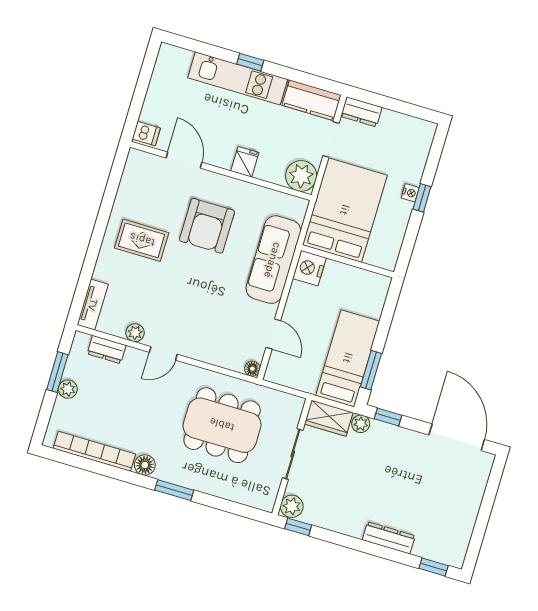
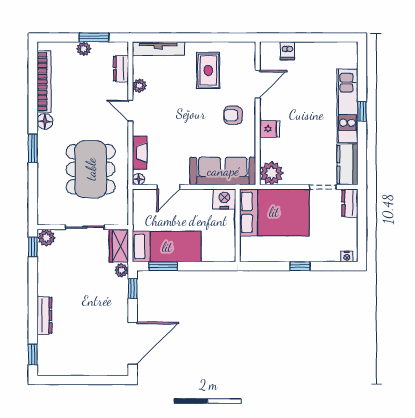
door: (184, 160) -> (258, 84), moved
fridge: (245, 162) -> (270, 129), moved
wall: (221, 171) -> (258, 113), moved
plant: (301, 176) -> (271, 173), moved
nightstand: (410, 193) -> (347, 256), moved
armchair: (207, 226) -> (233, 115), width x0.53, depth x0.53
tv unit: (93, 305) -> (158, 49), width x1.41
fireplace: (219, 357) -> (140, 153), added

